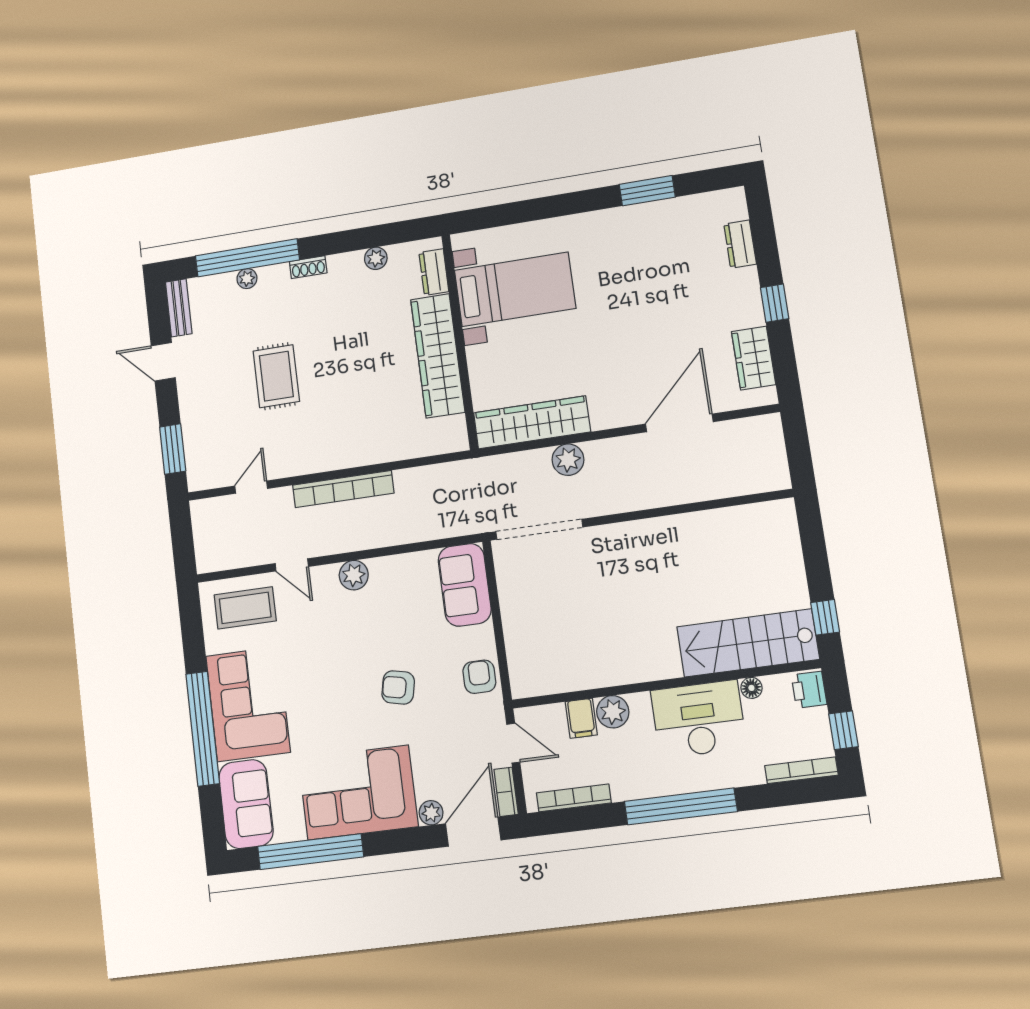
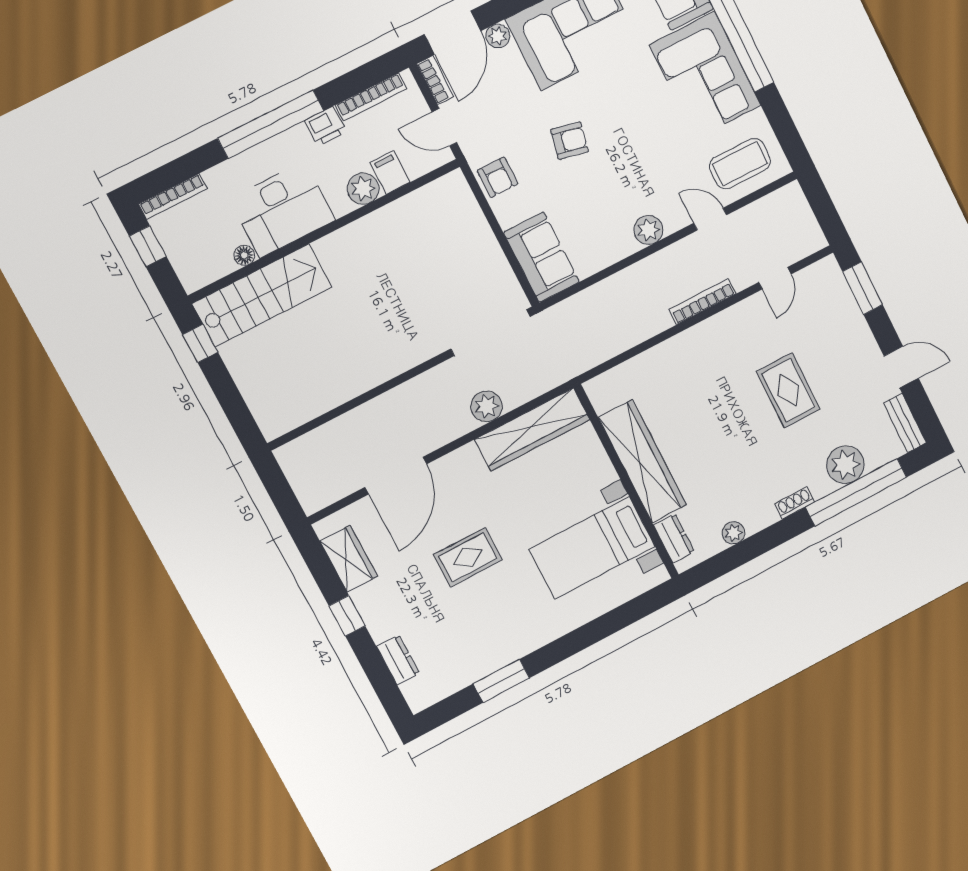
plant: (247, 279) -> (845, 465), width x1.87, depth x1.87
rug: (637, 320) -> (468, 557), added
bookcase: (343, 489) -> (703, 302), width x0.68, depth x0.76
printer: (809, 690) -> (325, 126), moved, turned 90

